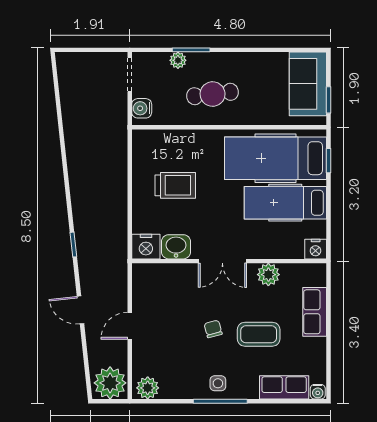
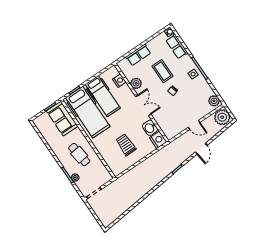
sofa: (308, 84) -> (62, 119), moved, turned 90
water cooler: (142, 108) -> (104, 179), removed
nightstand: (316, 249) -> (119, 81), moved

